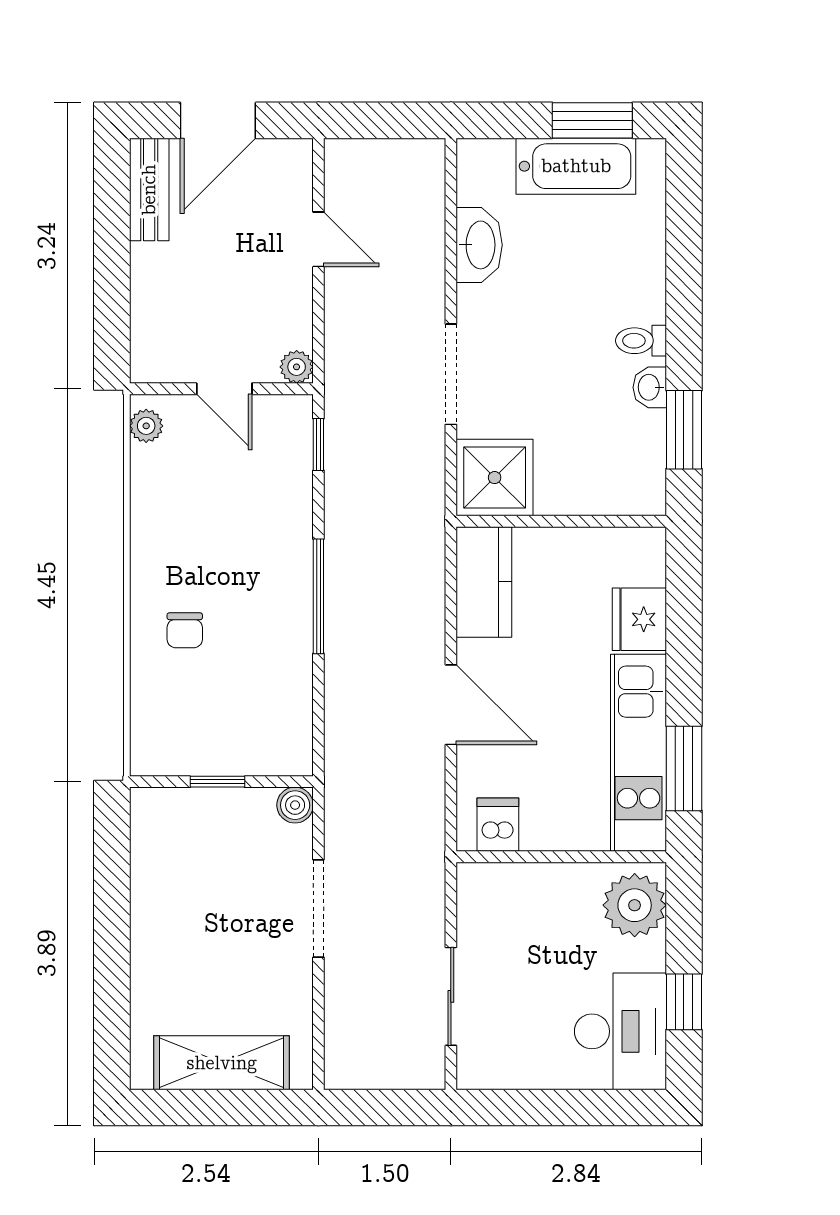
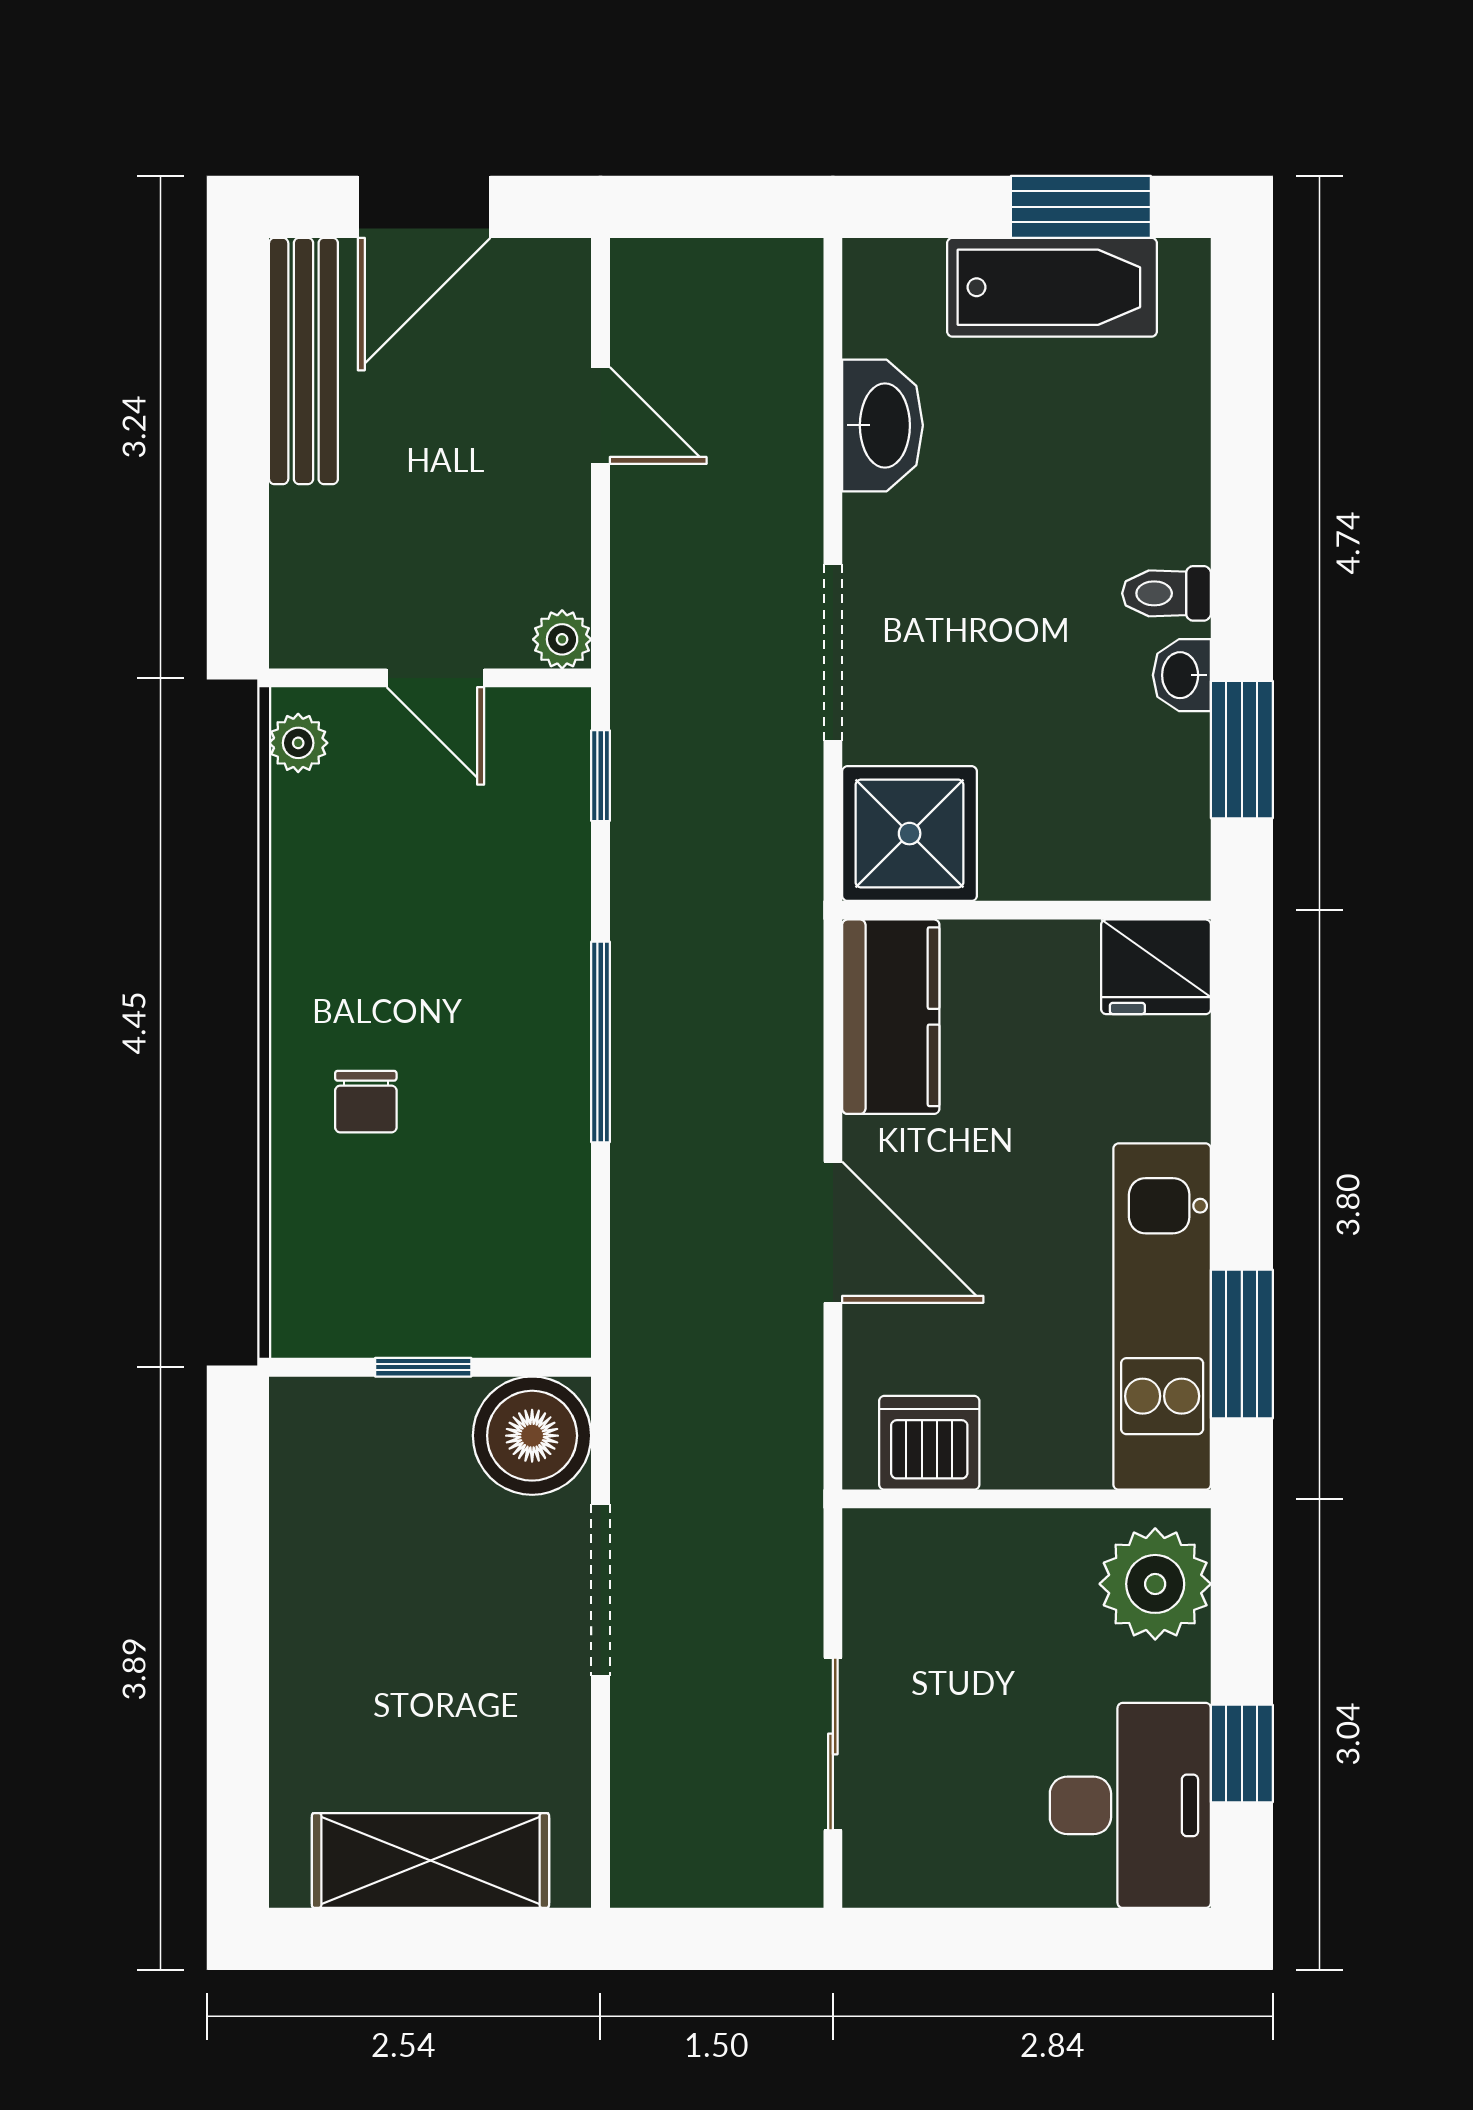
bench: (149, 190) -> (303, 361), width x1.36
fridge: (639, 619) -> (1156, 967), moved, turned -90
boiler: (295, 805) -> (532, 1436), width x1.86, depth x1.86
dishwasher: (498, 825) -> (929, 1443), width x1.38

